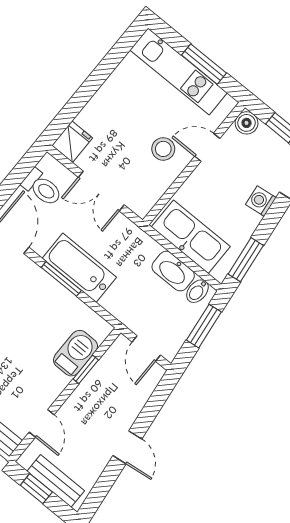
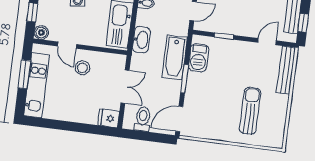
bathtub: (79, 268) -> (175, 57), moved
washbasin: (173, 271) -> (141, 40), moved
barbecue: (76, 353) -> (199, 58), moved, turned -90

